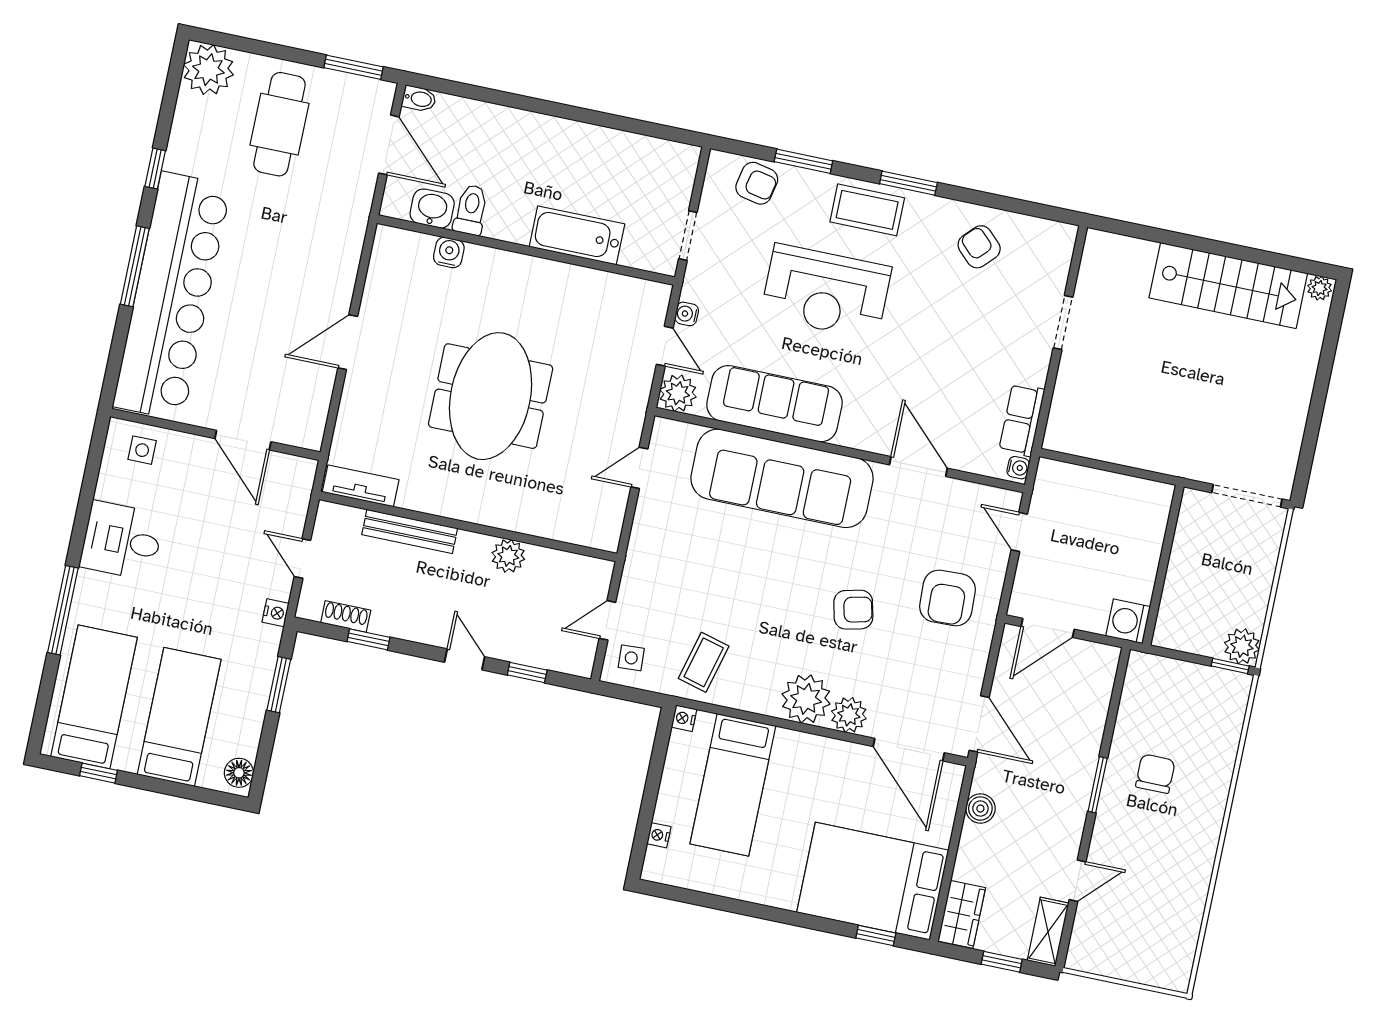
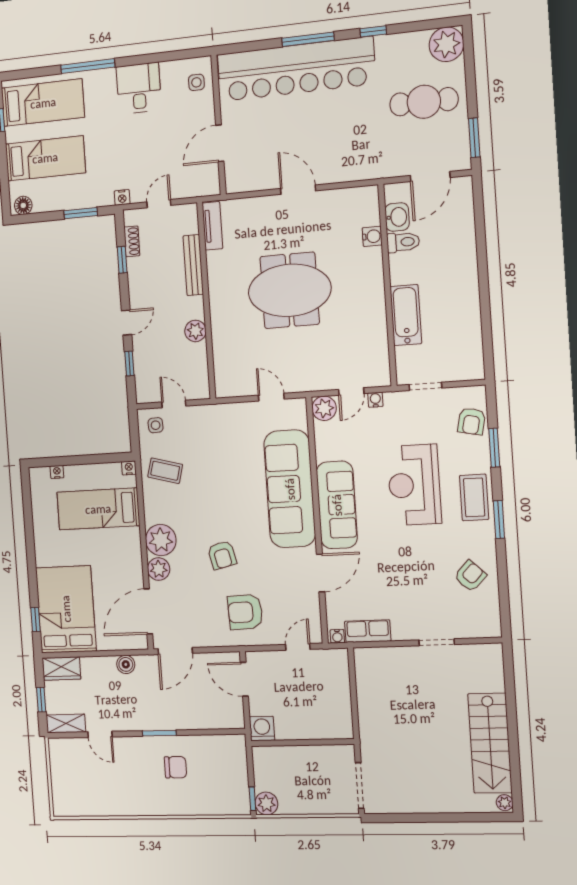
bidet: (419, 99) -> (466, 187), removed
sofa: (775, 404) -> (337, 505), moved

